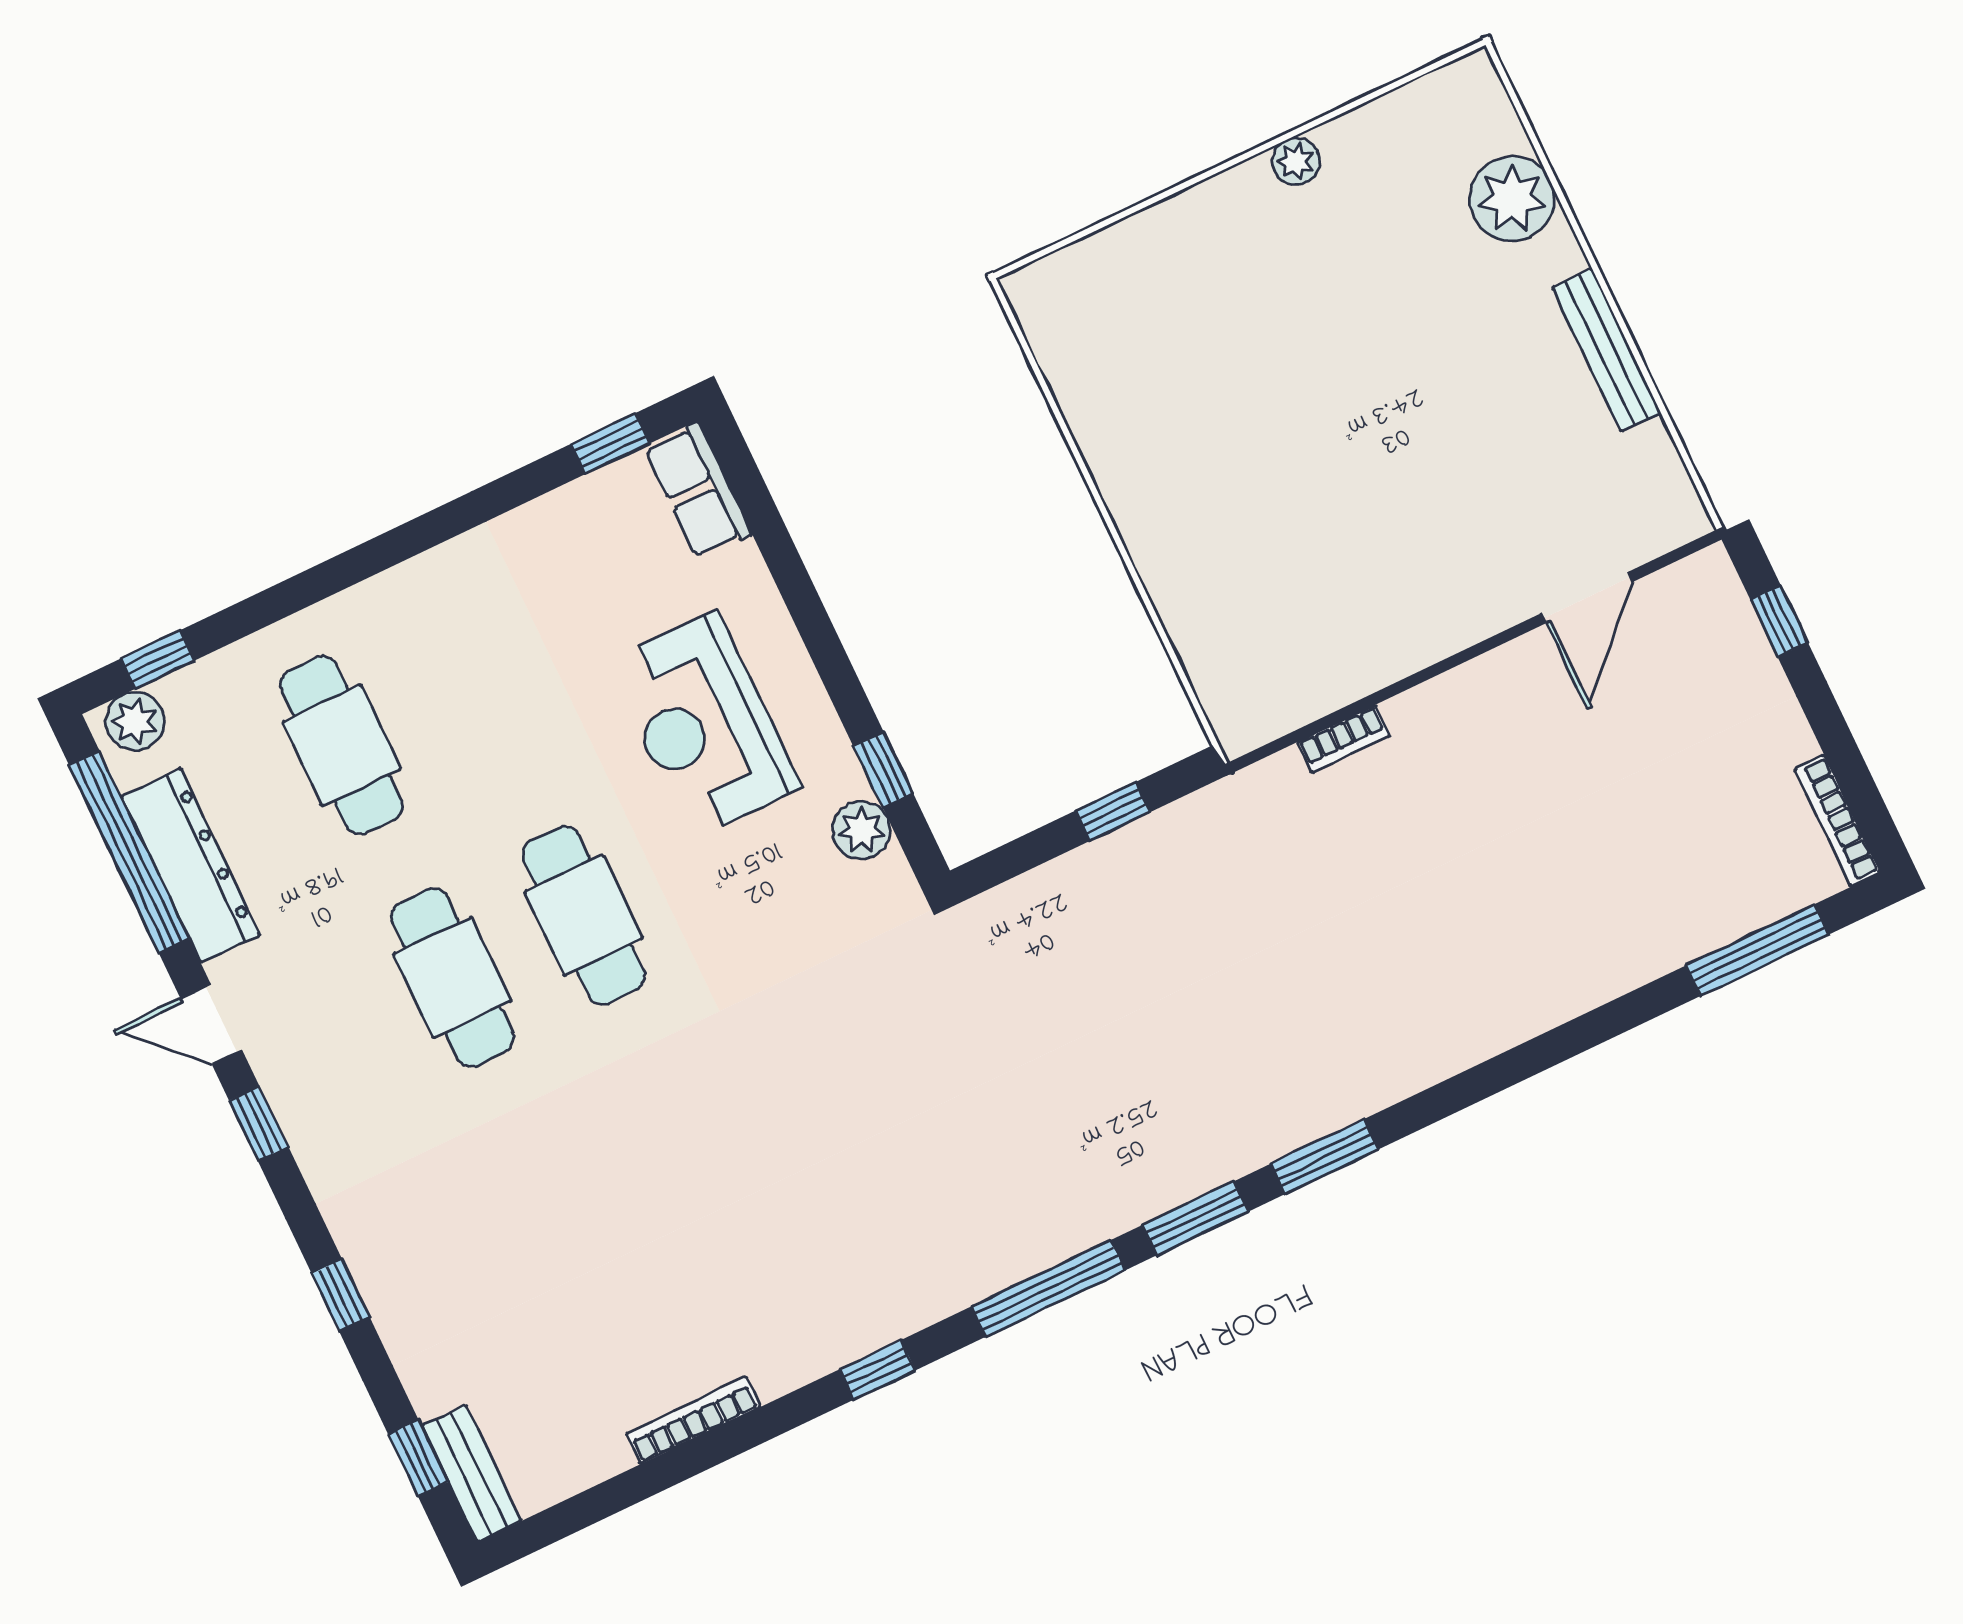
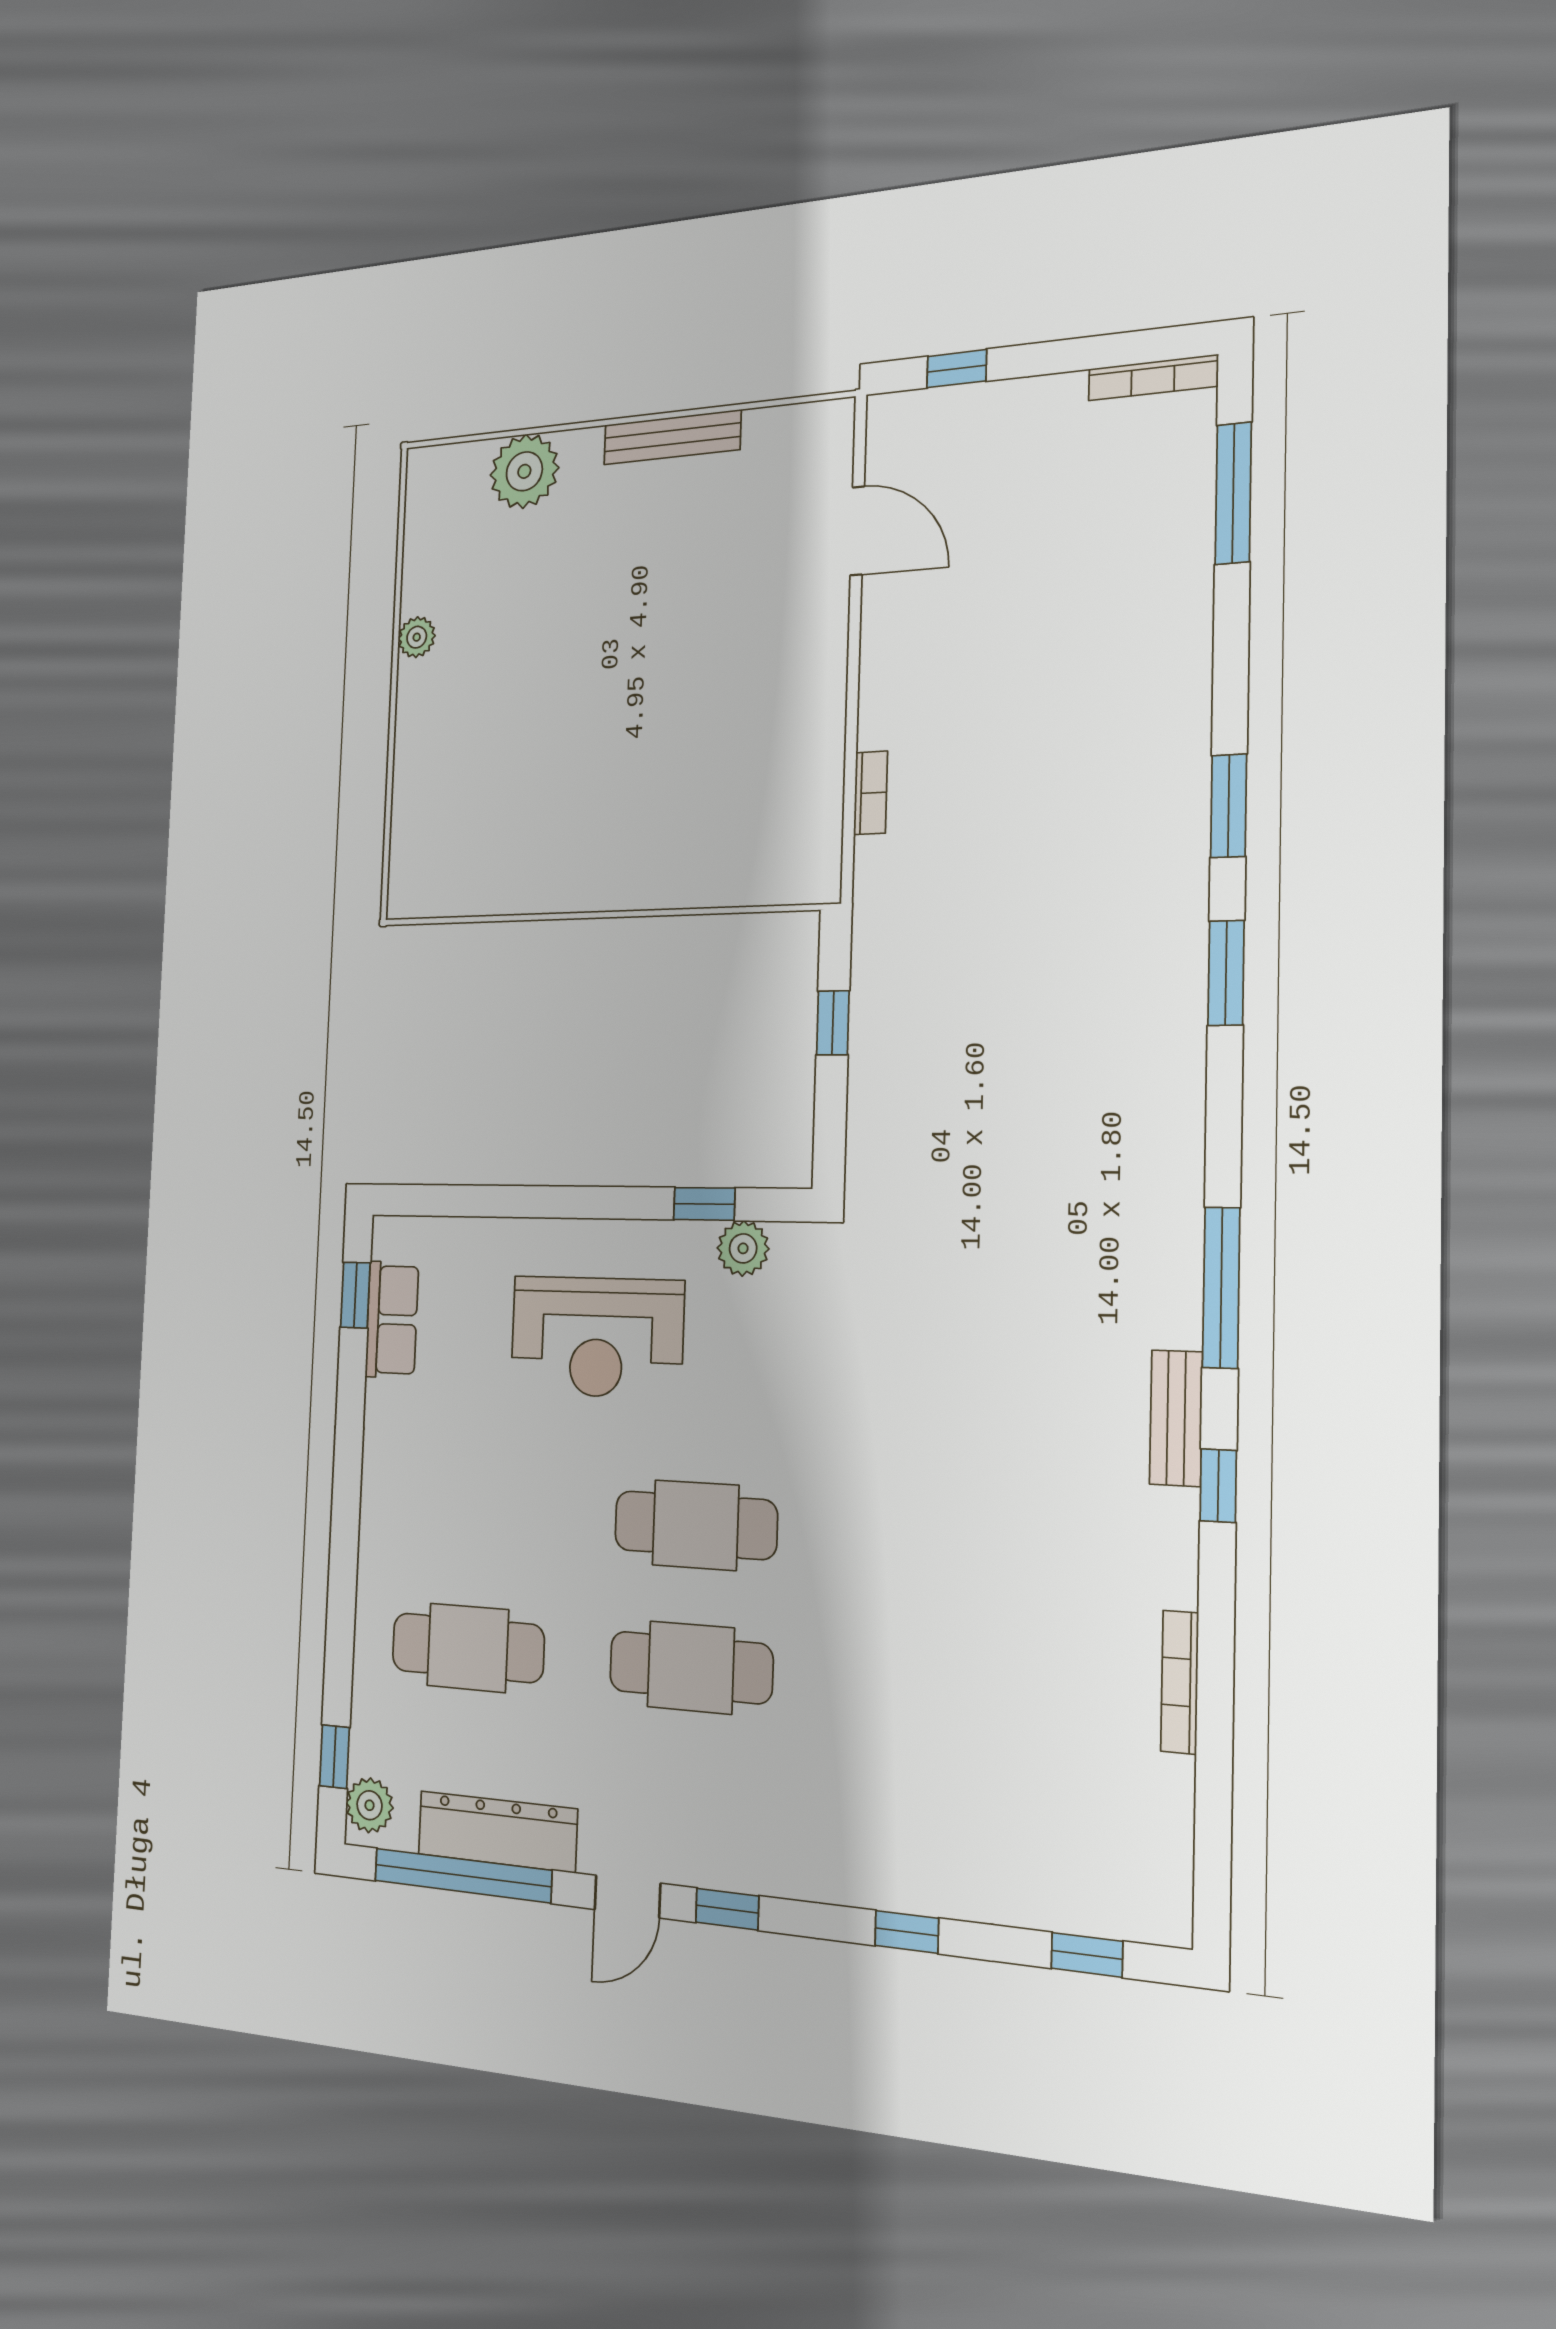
row of seats: (698, 491) -> (392, 1320), moved, turned -90
window: (1195, 1218) -> (1229, 806), moved
bench: (471, 1473) -> (1176, 1418), moved, turned 90

